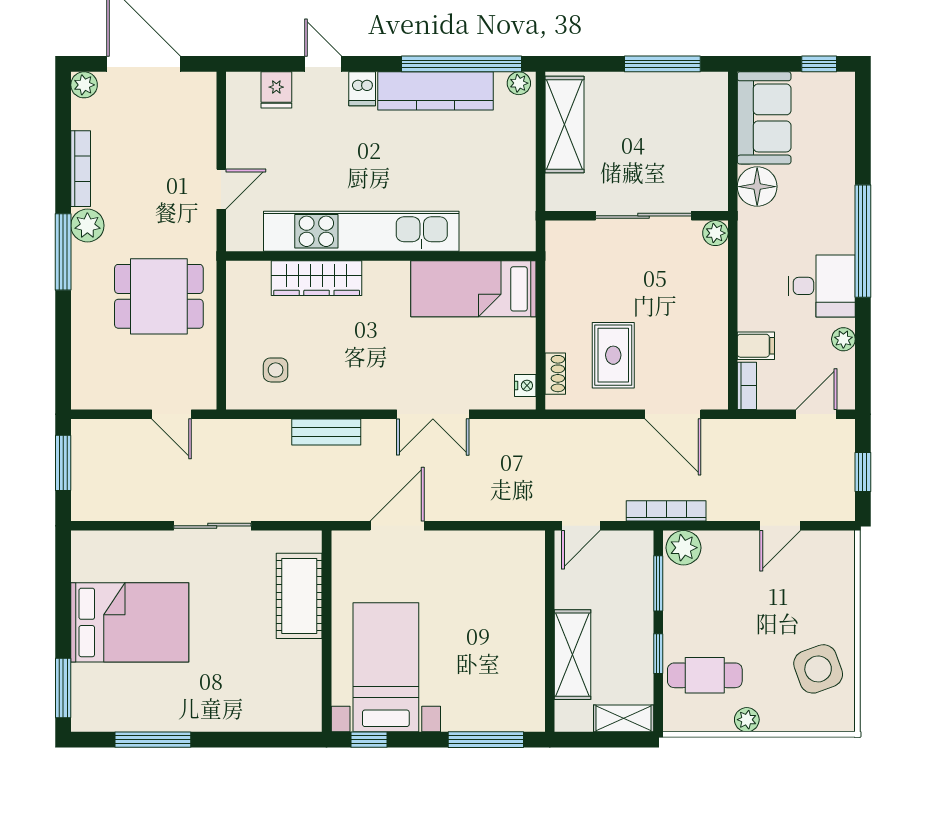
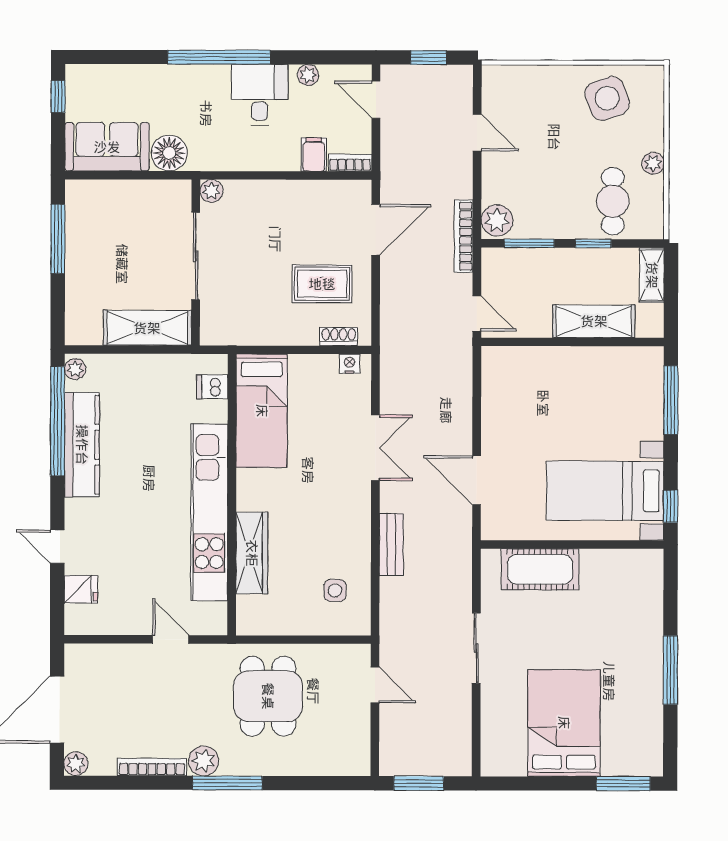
door: (323, 64) -> (57, 547), hinge flipped
dishwasher: (362, 89) -> (212, 387), moved, turned 180
shelving: (565, 125) -> (147, 328), moved
door: (172, 414) -> (375, 685), hinge flipped
window: (153, 740) -> (670, 670), moved

